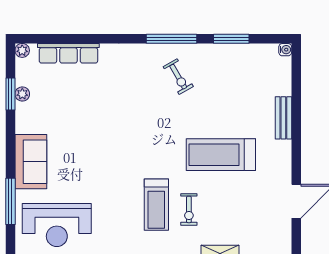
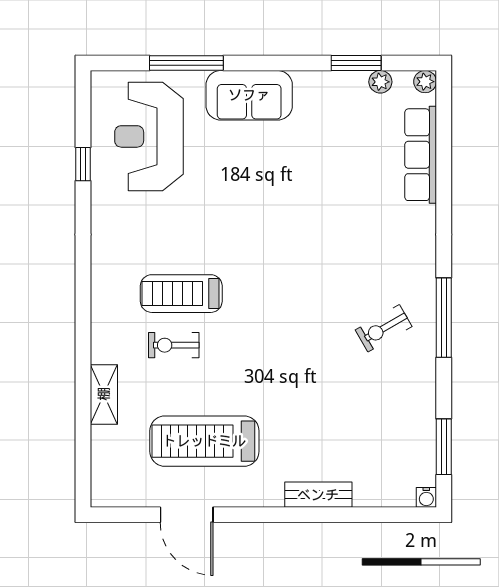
window: (231, 39) -> (444, 447), moved
plant: (22, 94) -> (380, 82), moved
treadmill: (221, 155) -> (204, 441), moved, turned -90

